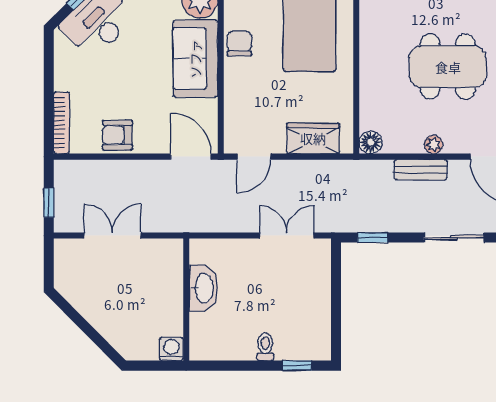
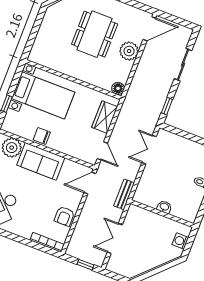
plant: (434, 145) -> (129, 51), width x1.87, depth x1.87
bench: (421, 170) -> (124, 194), moved
washbasin: (203, 288) -> (164, 207), width x0.52, depth x0.69
washing machine: (171, 349) -> (180, 241), moved

